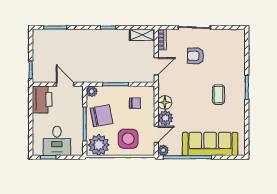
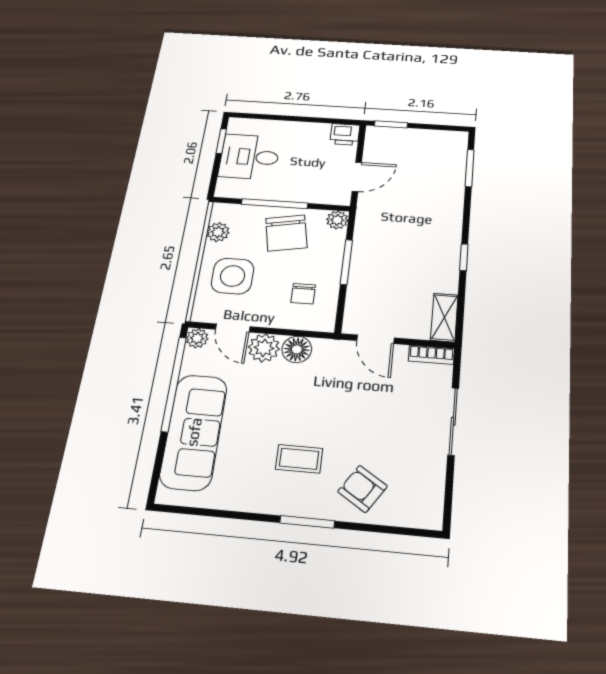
armchair: (195, 56) -> (363, 489), moved, turned -57
printer: (42, 99) -> (345, 134), width x0.53, depth x0.68
plant: (99, 145) -> (218, 232), width x0.53, depth x0.53

